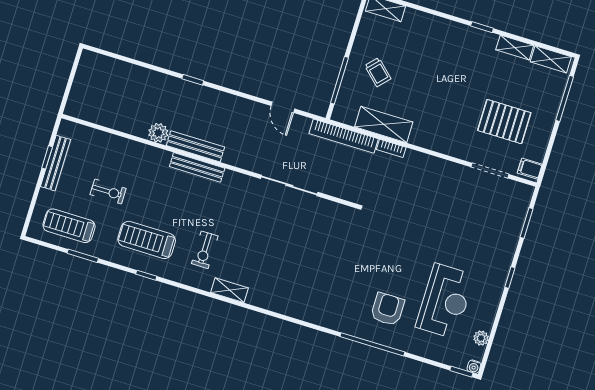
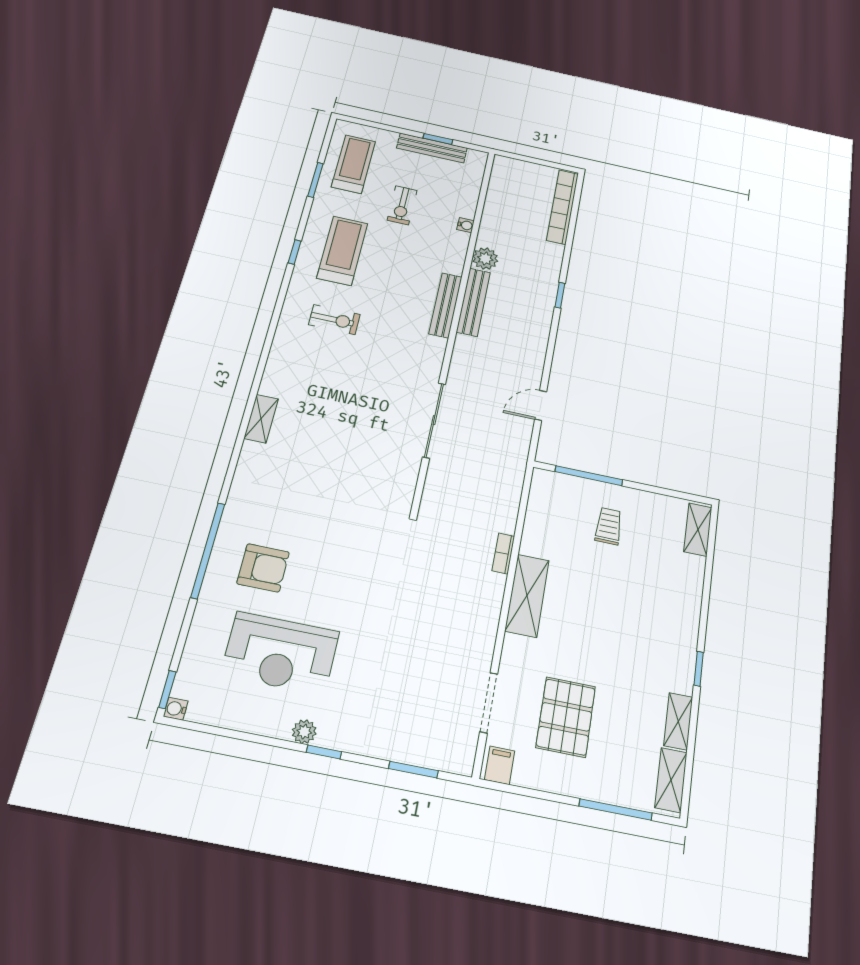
trolley: (378, 72) -> (609, 526), turned 137
shelving: (384, 124) -> (527, 595), moved
bookcase: (344, 136) -> (562, 207), moved
water cooler: (128, 145) -> (466, 225), added
exercise bike: (205, 250) -> (334, 320), turned 180
shelving: (229, 290) -> (261, 419), moved
plant: (481, 338) -> (304, 732), moved

